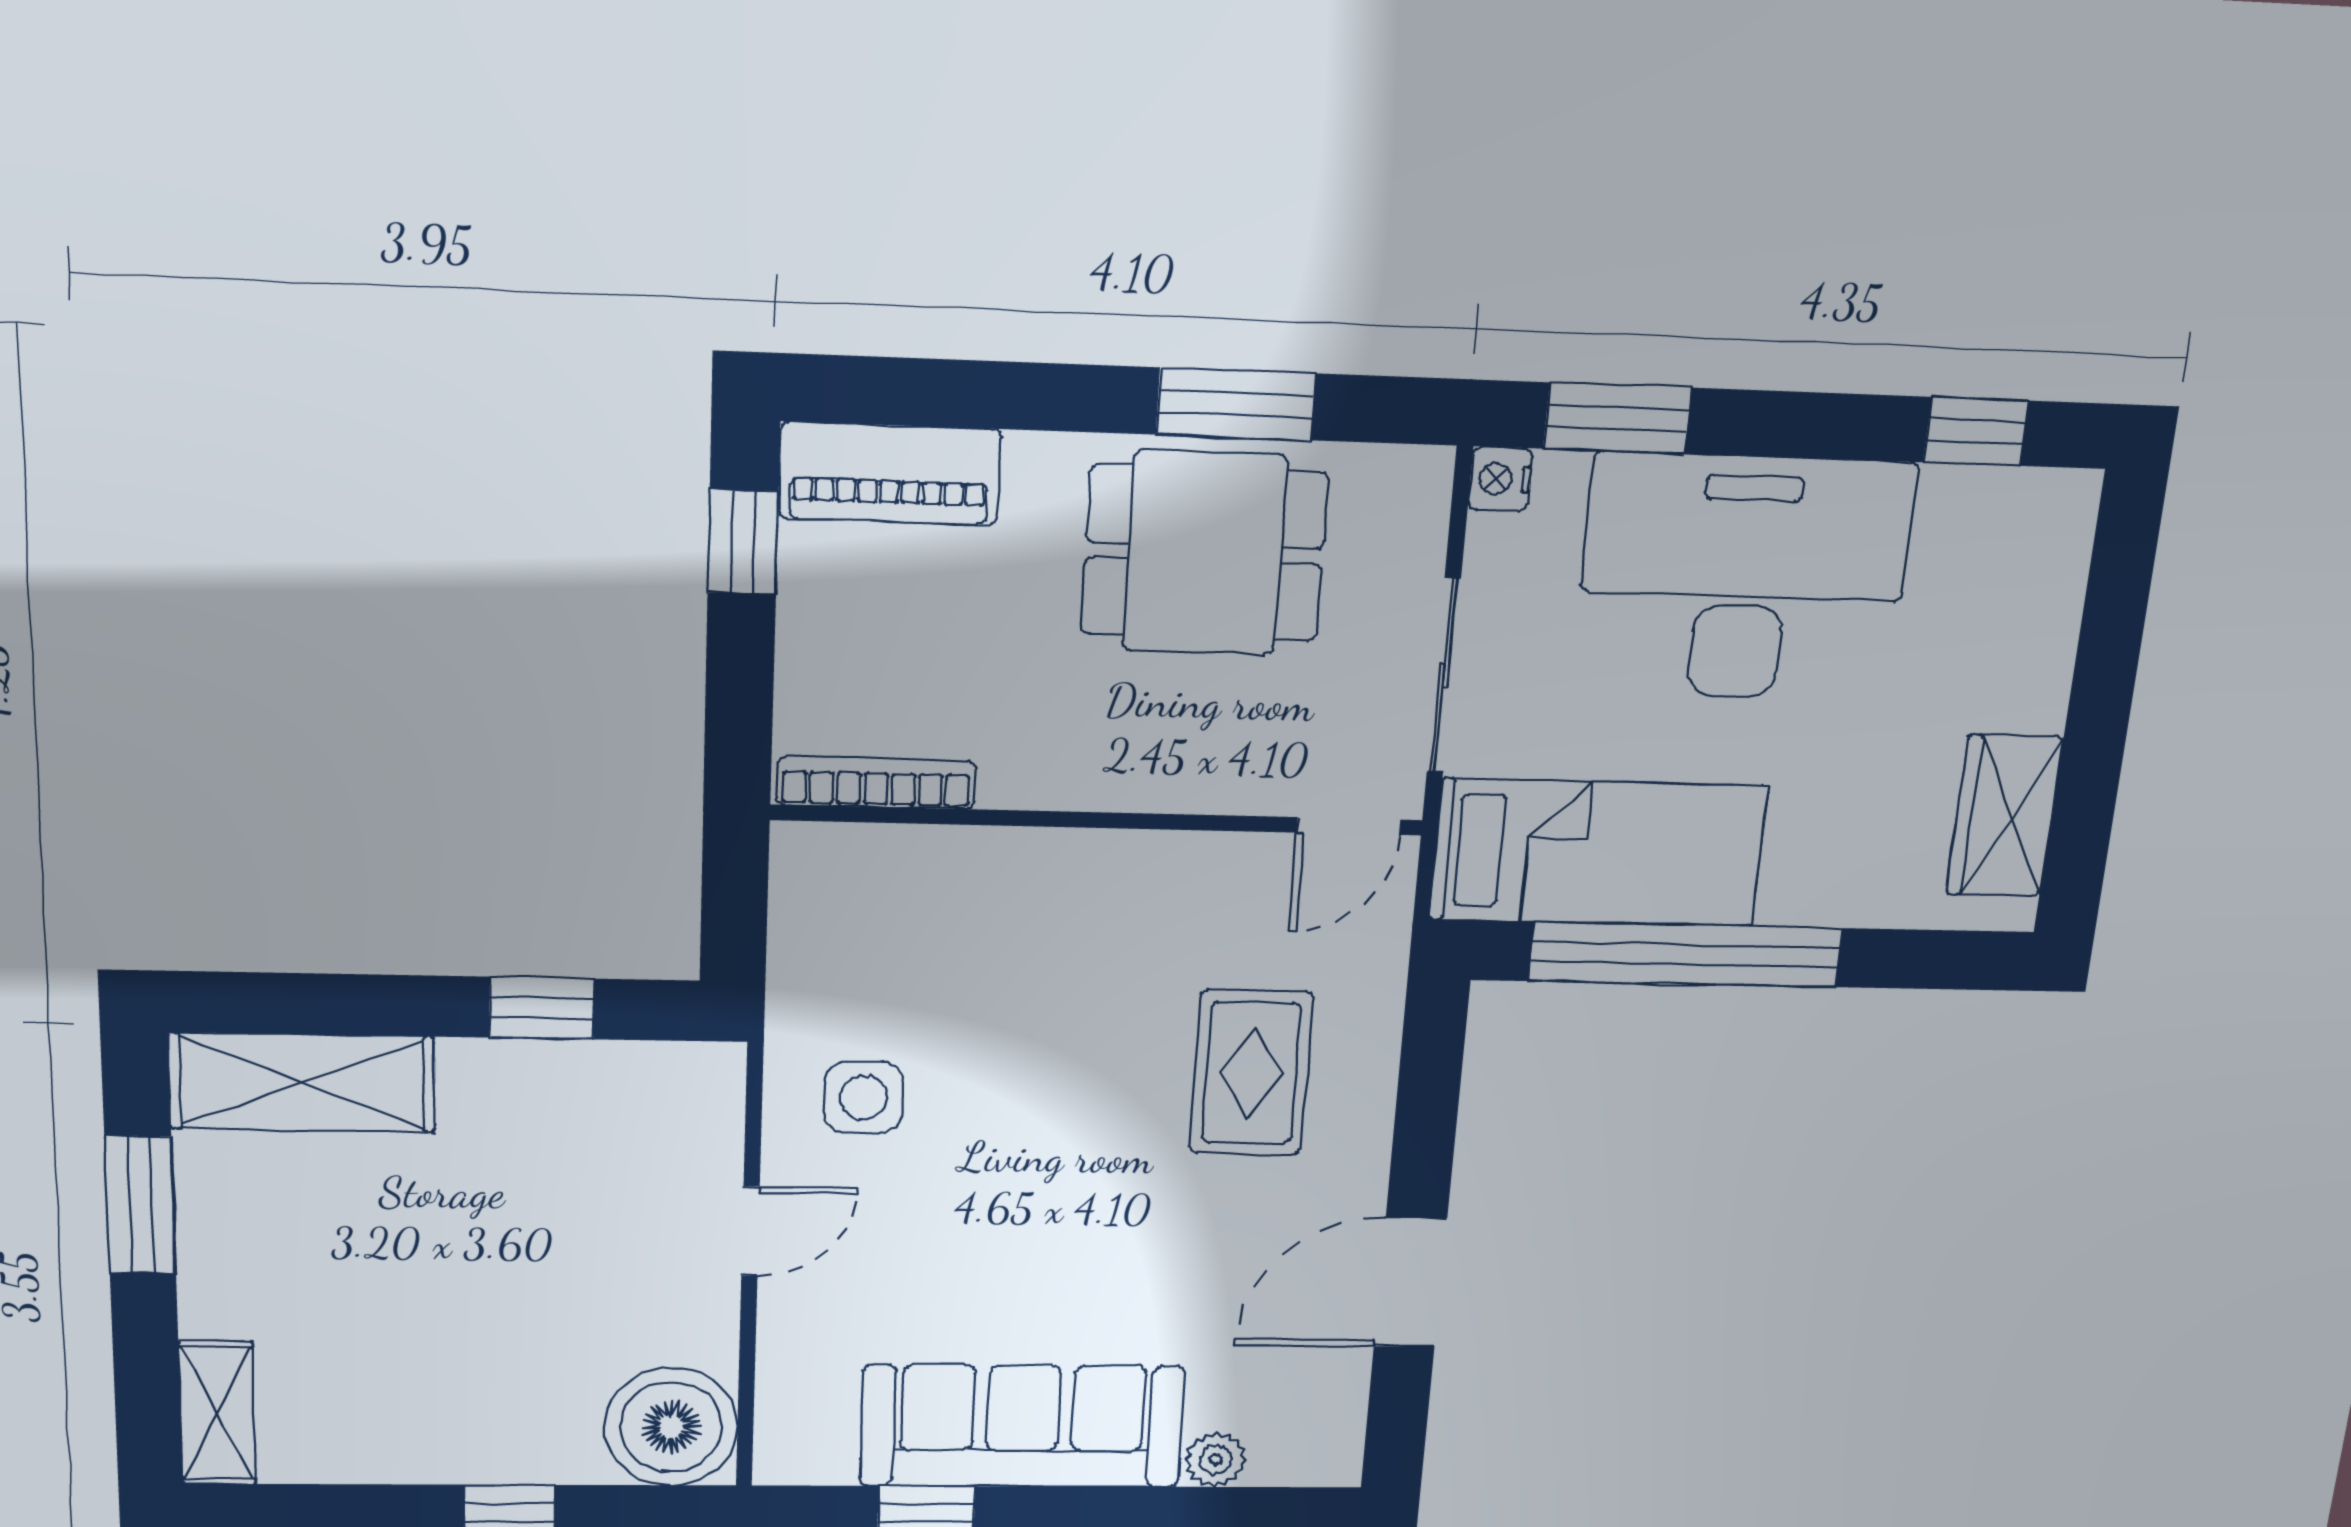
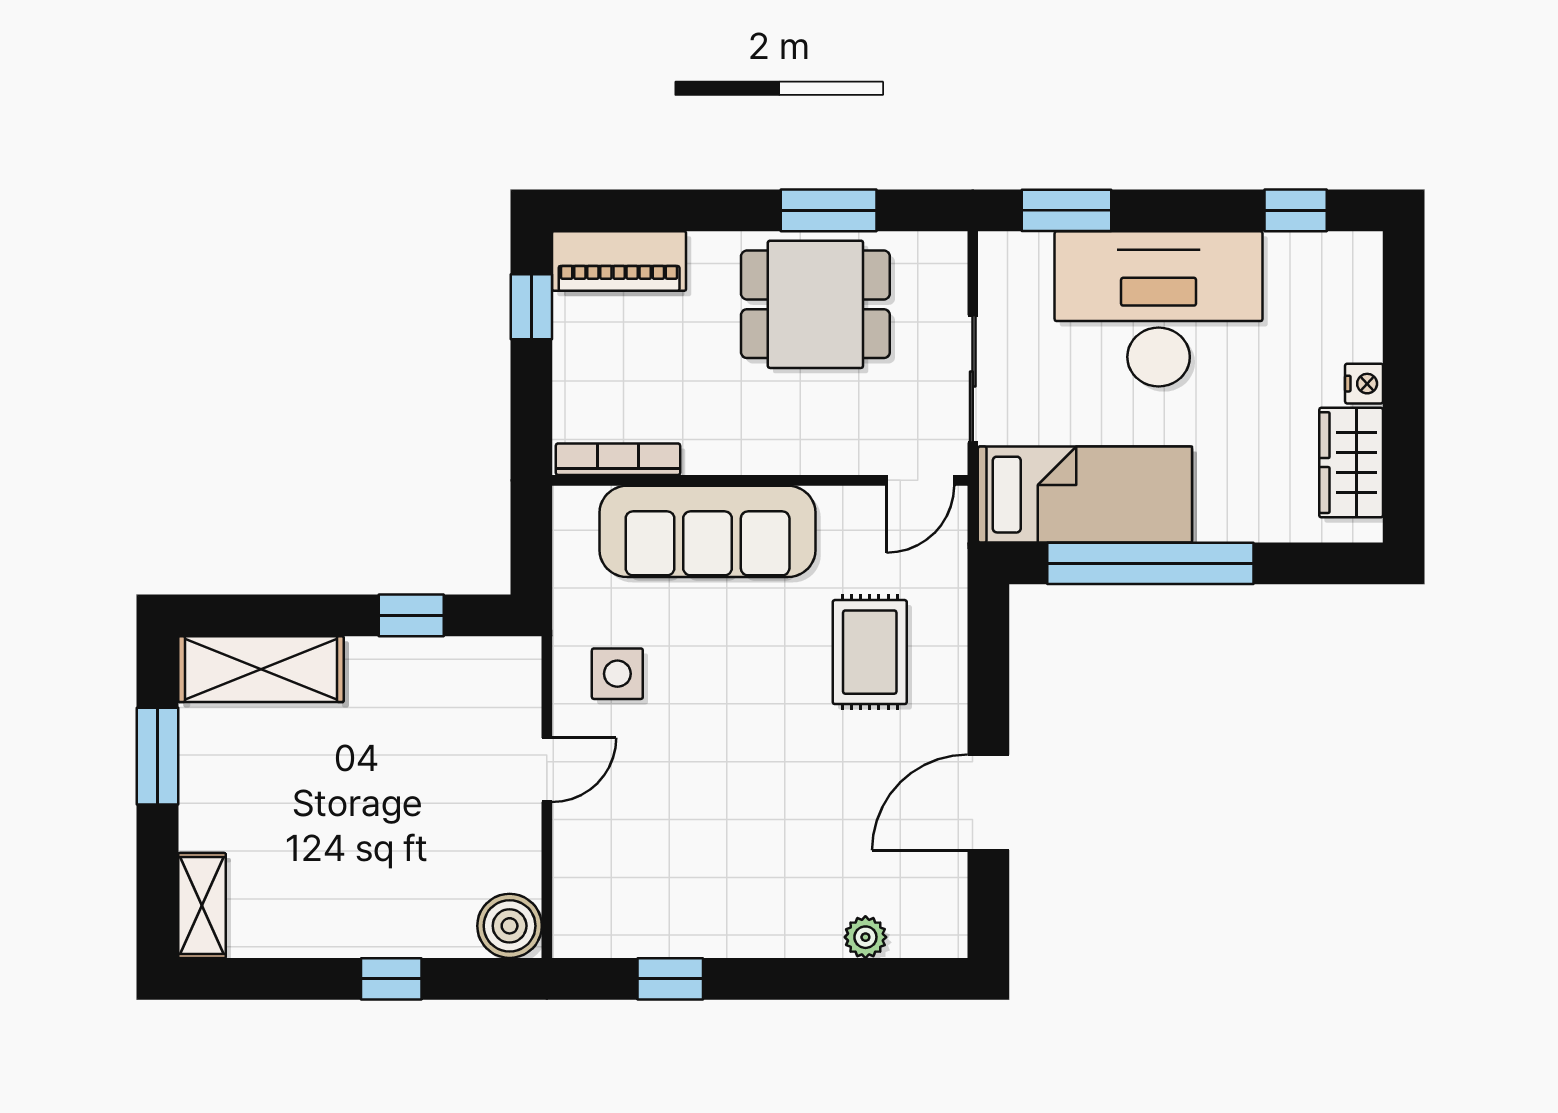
nightstand: (1500, 479) -> (1364, 384), moved, turned 180
sofa: (1022, 1426) -> (708, 531), moved, turned 180
boiler: (671, 1427) -> (510, 926), width x0.73, depth x0.73

